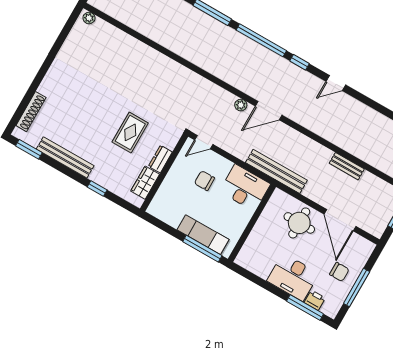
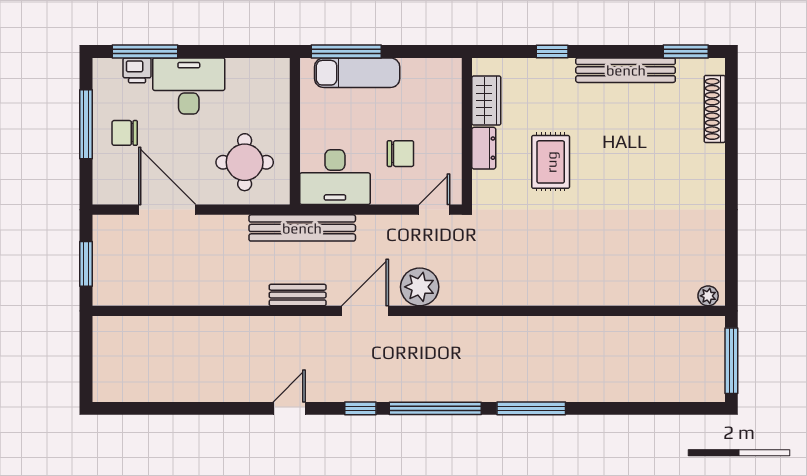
plant: (241, 105) -> (420, 287), width x1.87, depth x1.87
bench: (347, 166) -> (298, 295), moved
round table: (299, 223) -> (245, 162), moved

